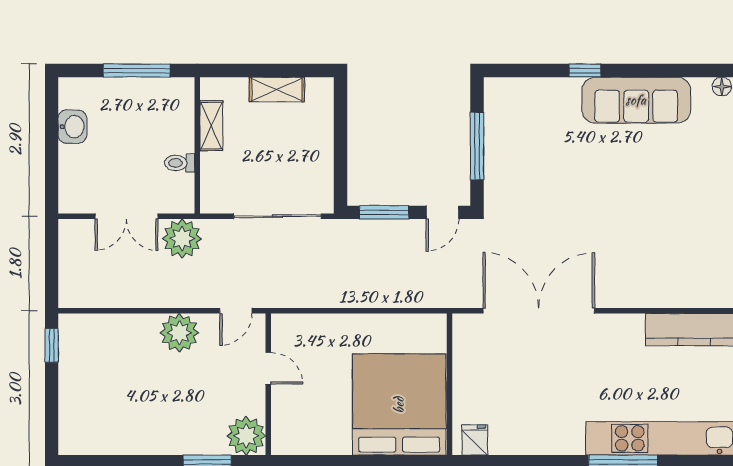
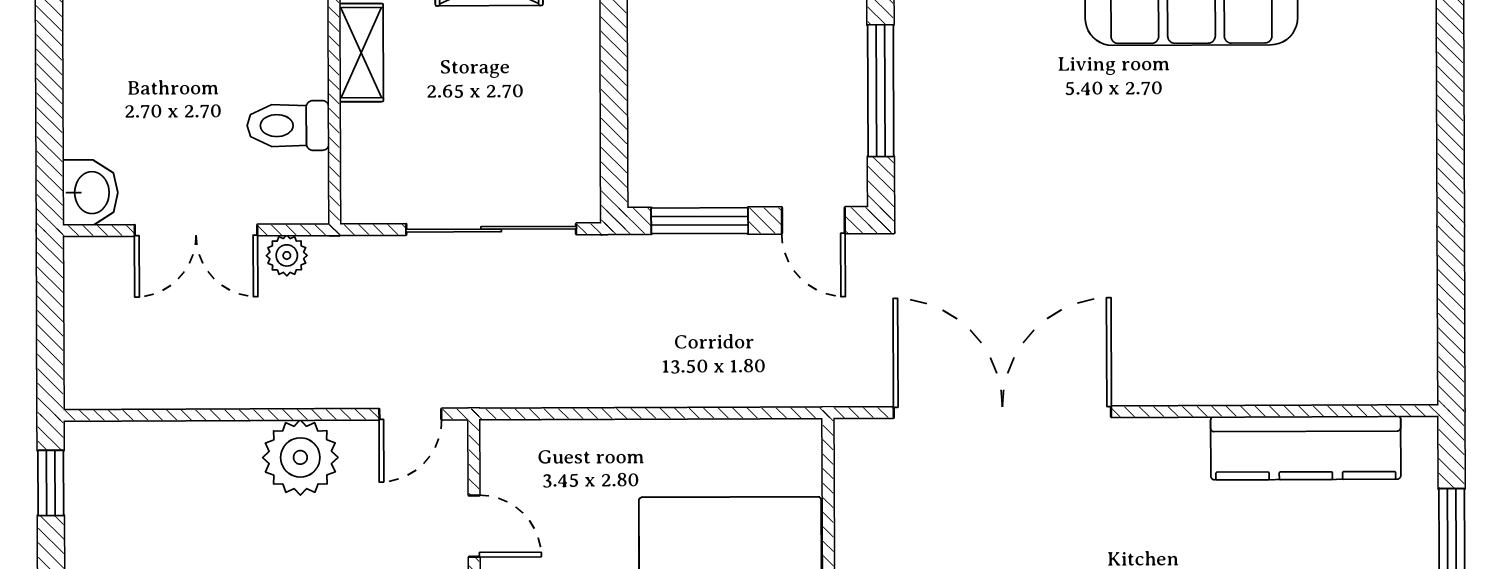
washbasin: (72, 127) -> (90, 193), moved
toilet: (180, 163) -> (288, 126), width x1.37, depth x1.39
door: (442, 212) -> (813, 220), hinge flipped
plant: (182, 239) -> (287, 255), width x0.53, depth x0.53

